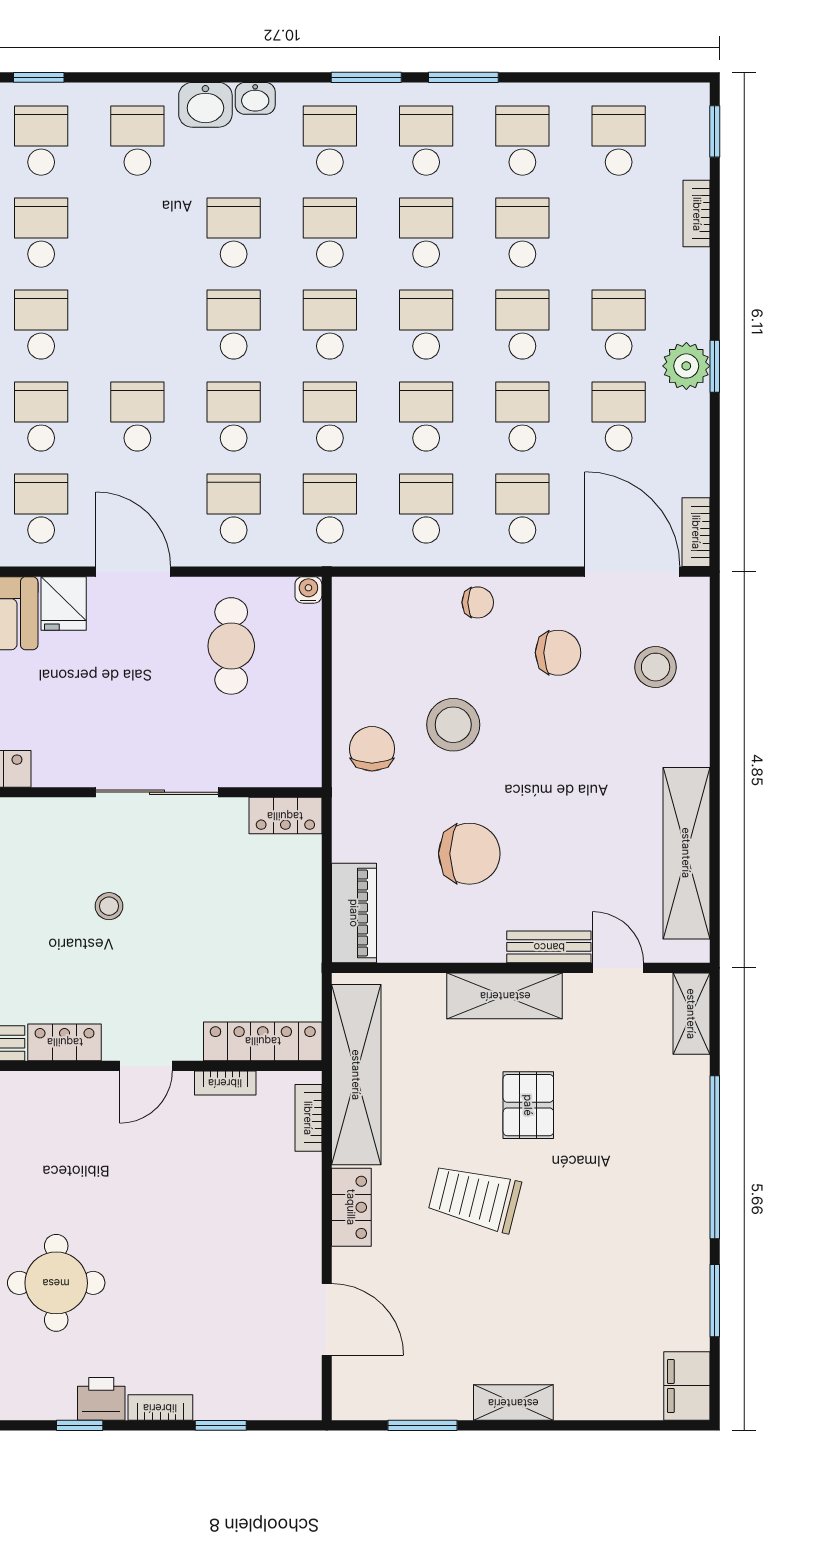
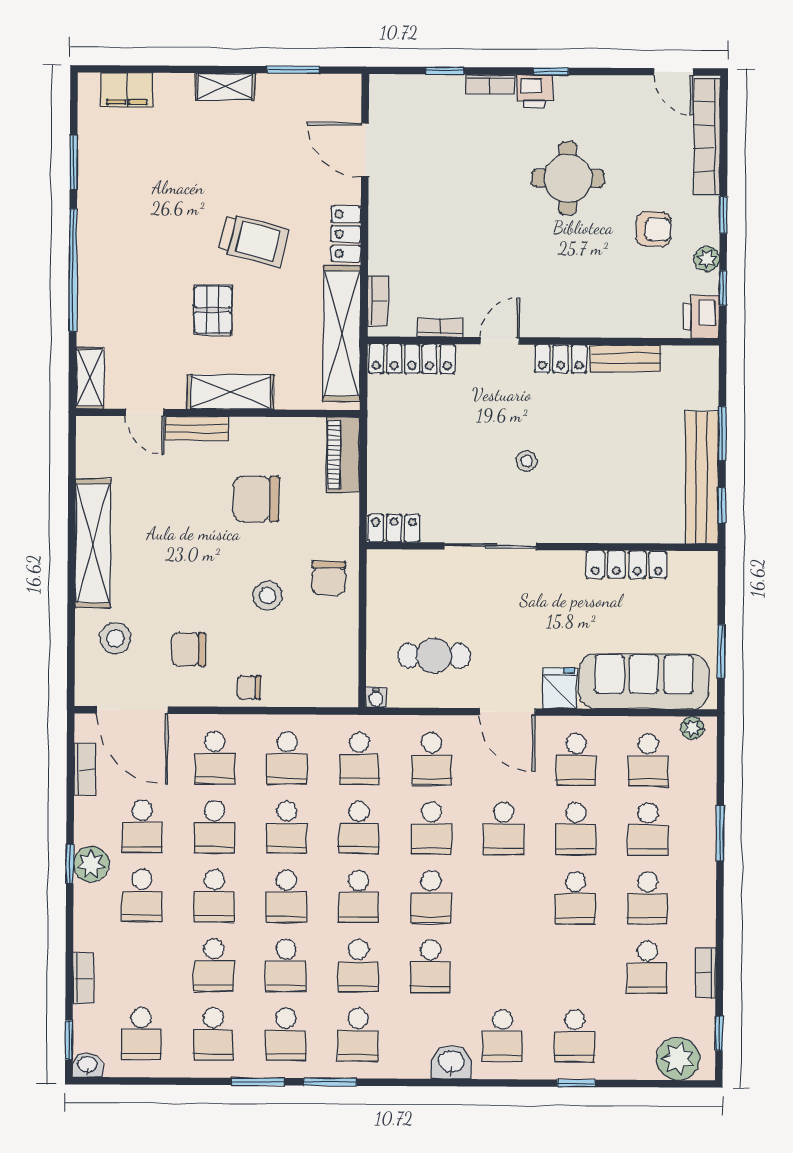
washbasin: (255, 98) -> (87, 1065), moved
school desk: (41, 233) -> (575, 967), removed
bookcase: (696, 532) -> (84, 769), moved
cafe table: (231, 646) -> (434, 656), turned 90
stool: (453, 725) -> (268, 596), width x0.73, depth x0.73
shelving: (686, 853) -> (93, 543), moved
filing cabinet: (687, 1386) -> (127, 90), moved, turned 90

